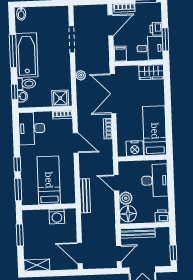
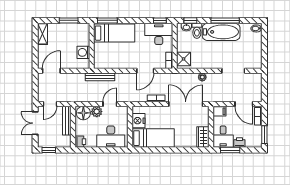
window: (17, 164) -> (160, 20), moved
bed: (49, 180) -> (114, 33), moved
door: (119, 253) -> (50, 104), hinge flipped

